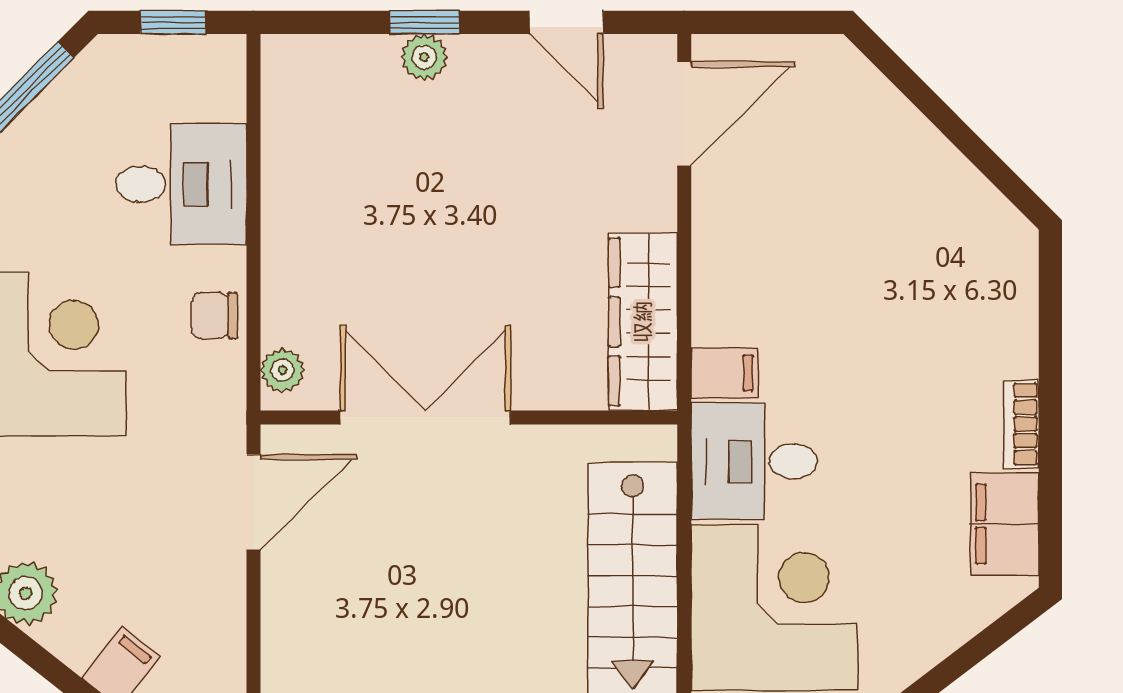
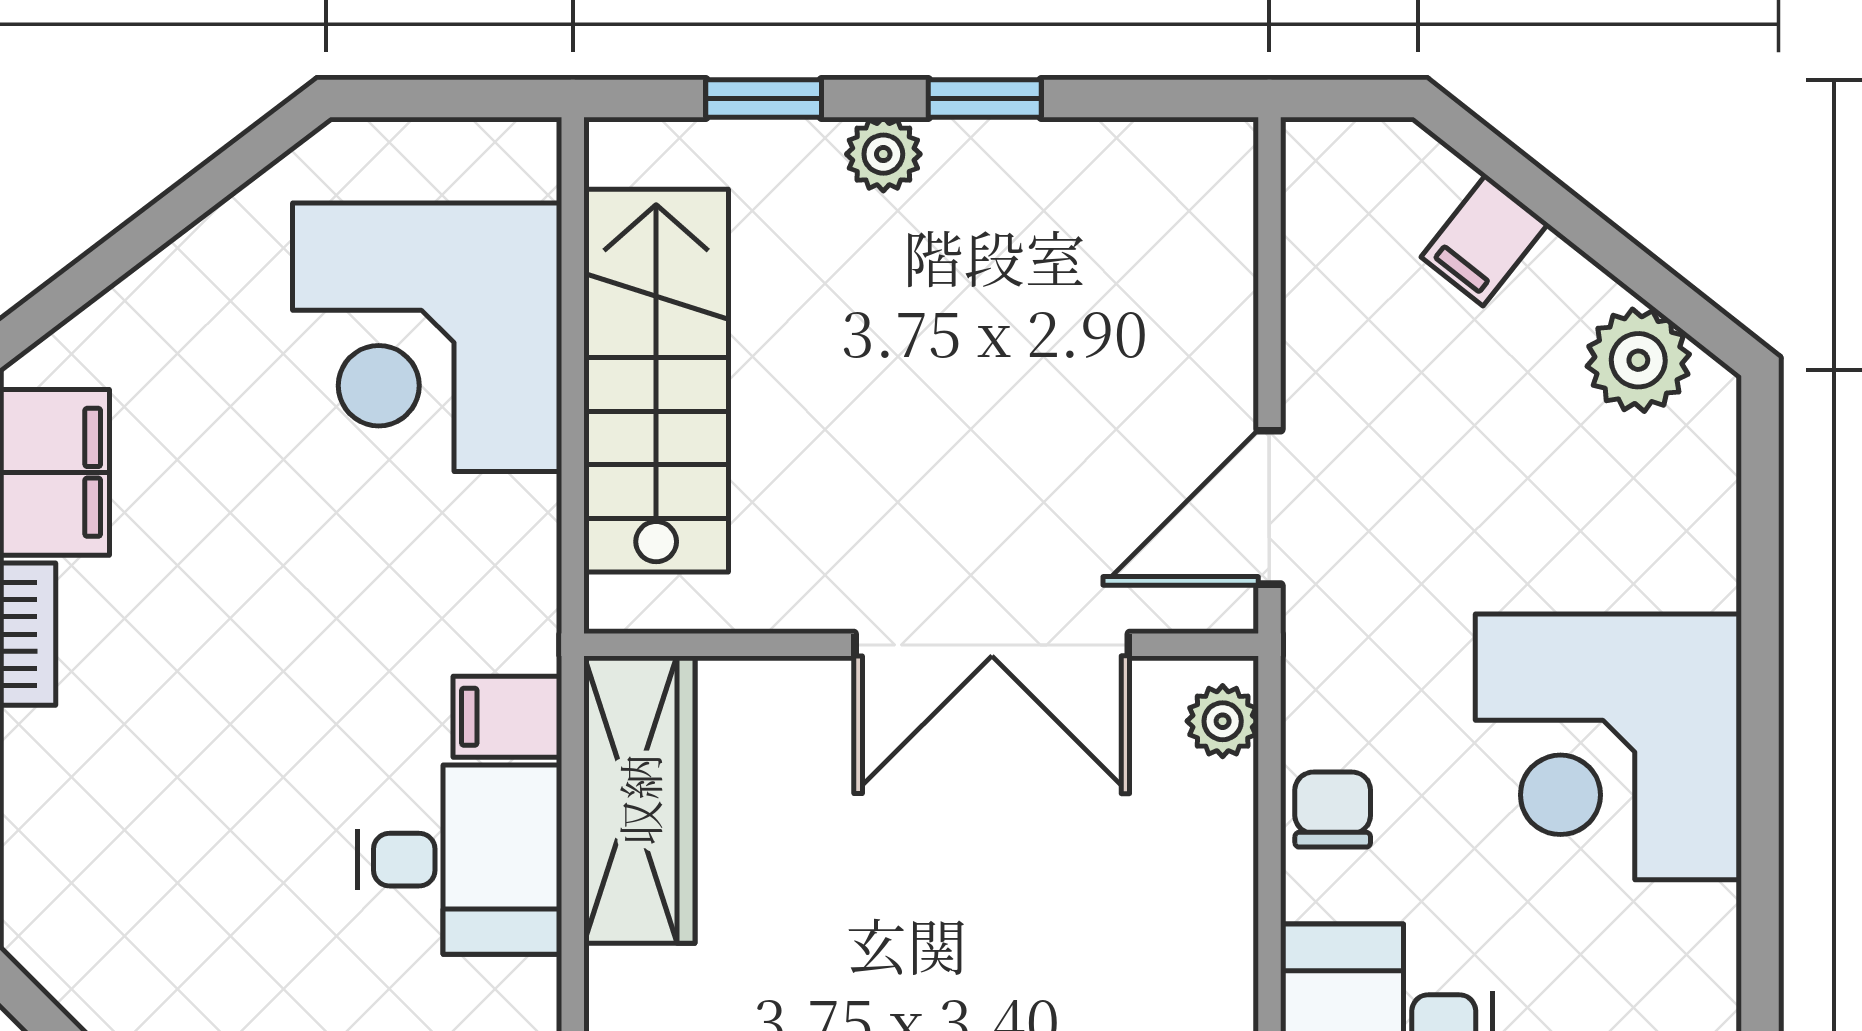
chair: (215, 316) -> (1333, 810), turned -90
desk: (754, 461) -> (459, 860), moved

